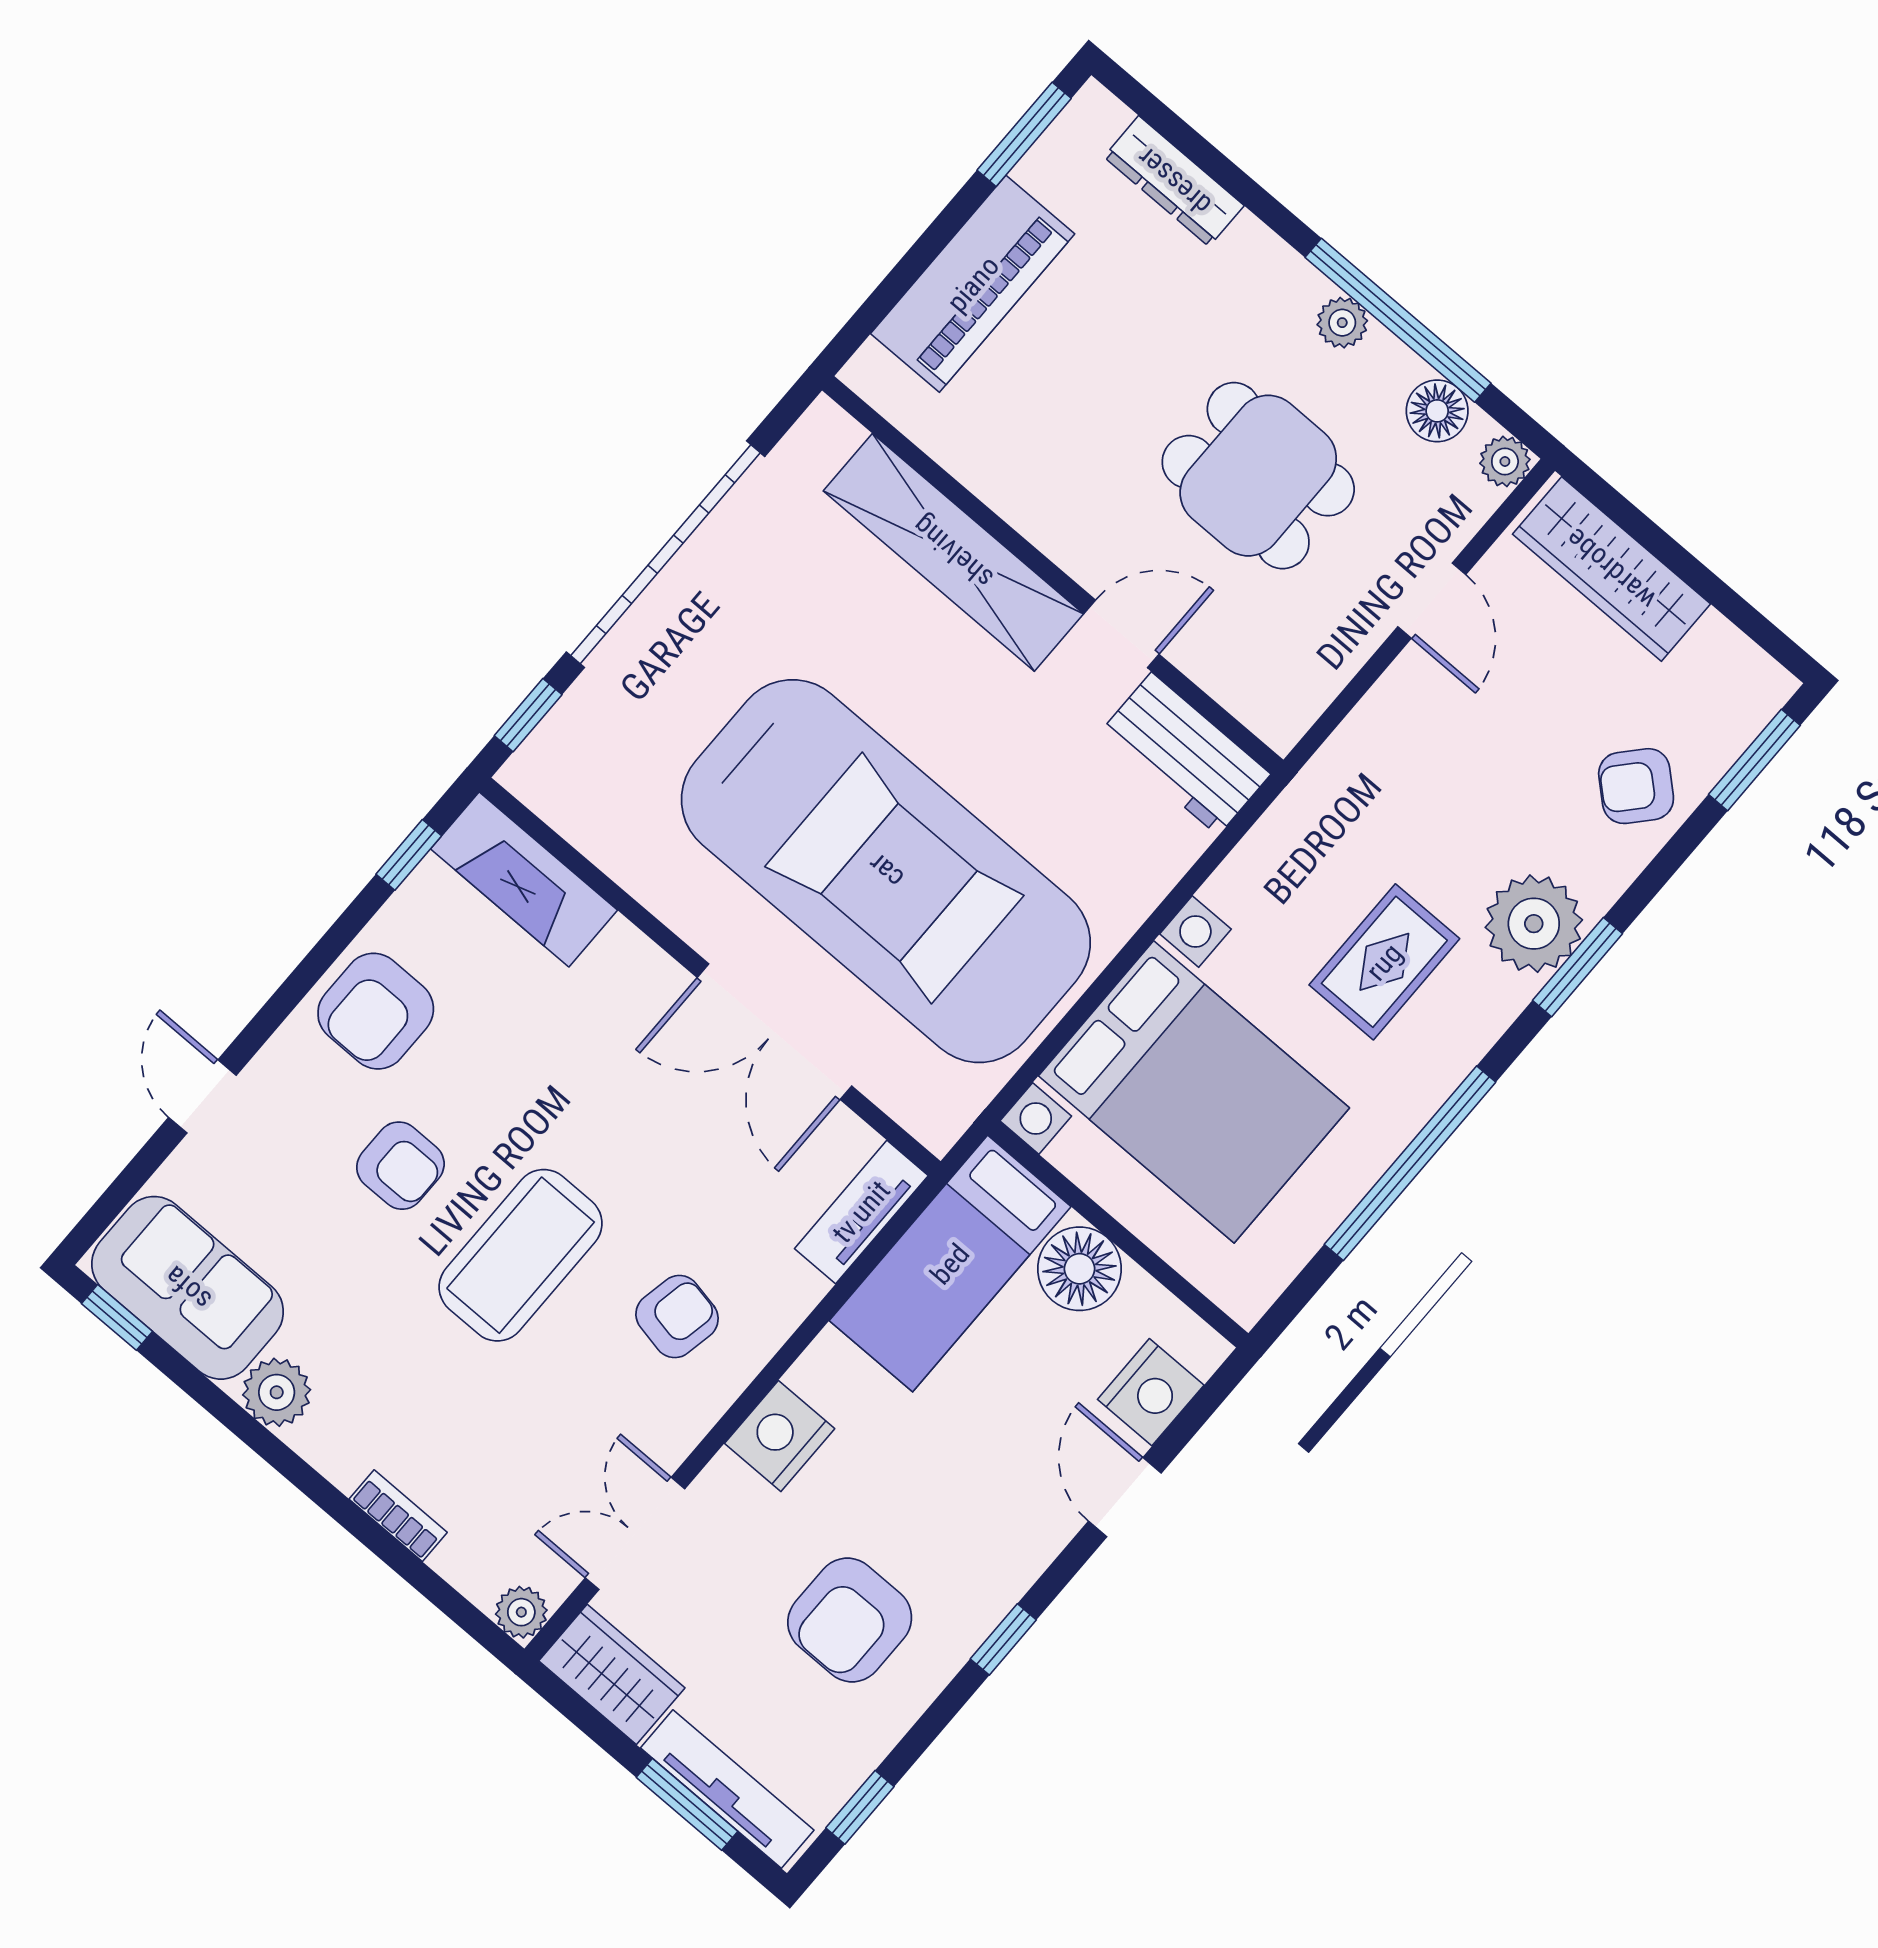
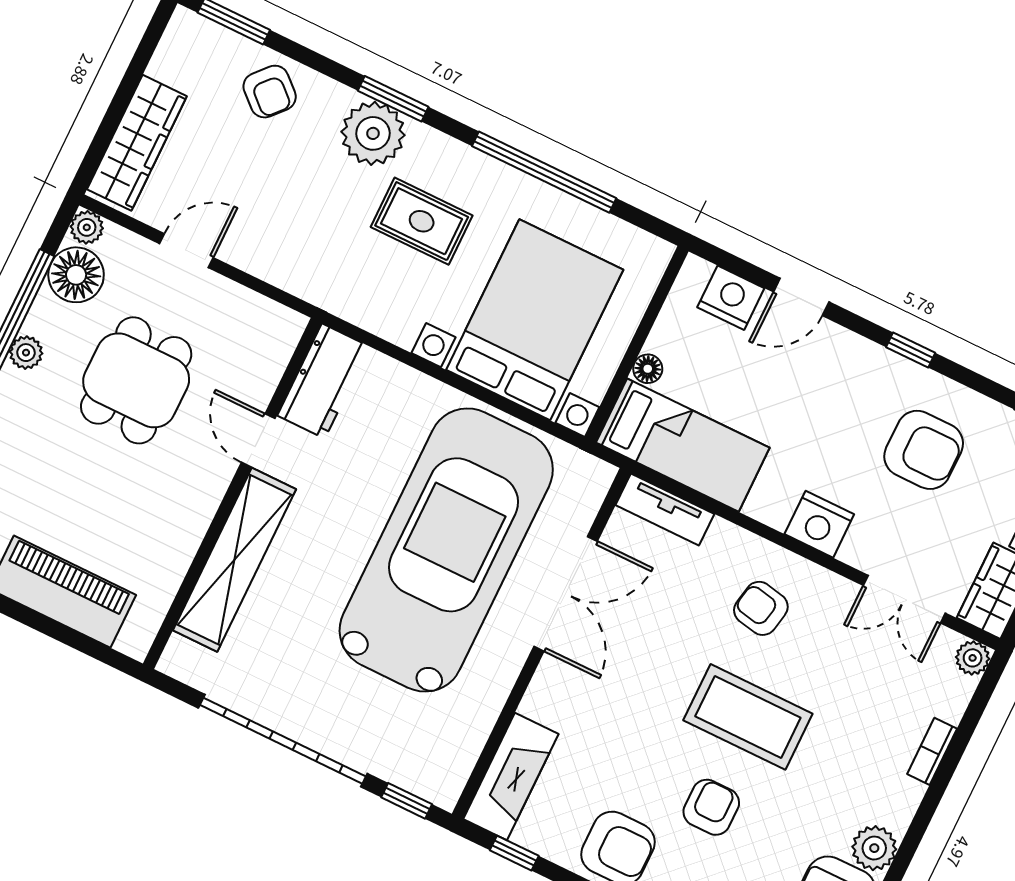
floor lamp: (1437, 411) -> (76, 275), width x1.38, depth x1.38
floor lamp: (1079, 1269) -> (648, 369), width x0.53, depth x0.53

